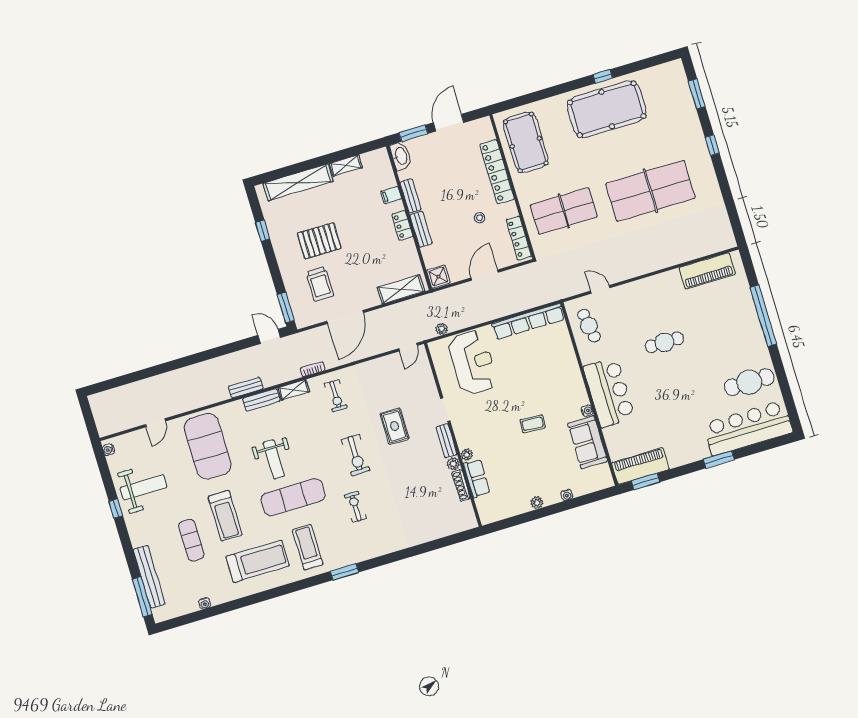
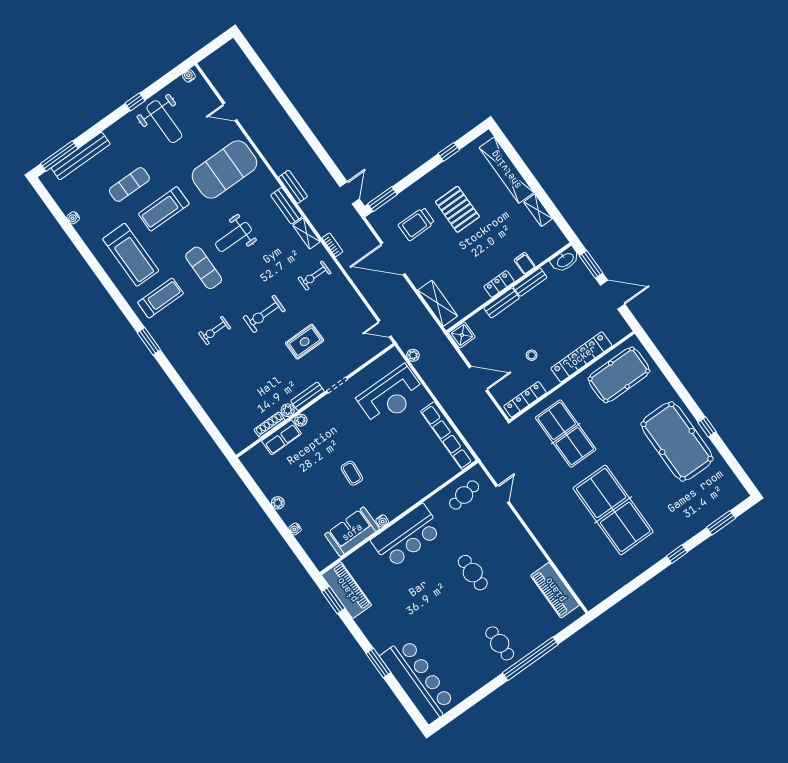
cafe table: (749, 382) -> (500, 643), moved, width x0.73, depth x0.74
exercise mat: (293, 497) -> (204, 268), width x0.73, depth x0.69
exercise bike: (355, 507) -> (215, 330), turned 180

